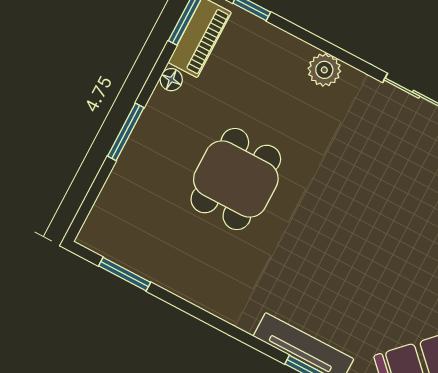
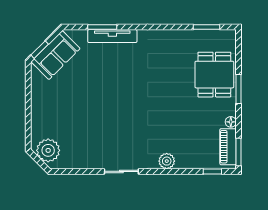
dining table: (236, 179) -> (214, 75), moved

